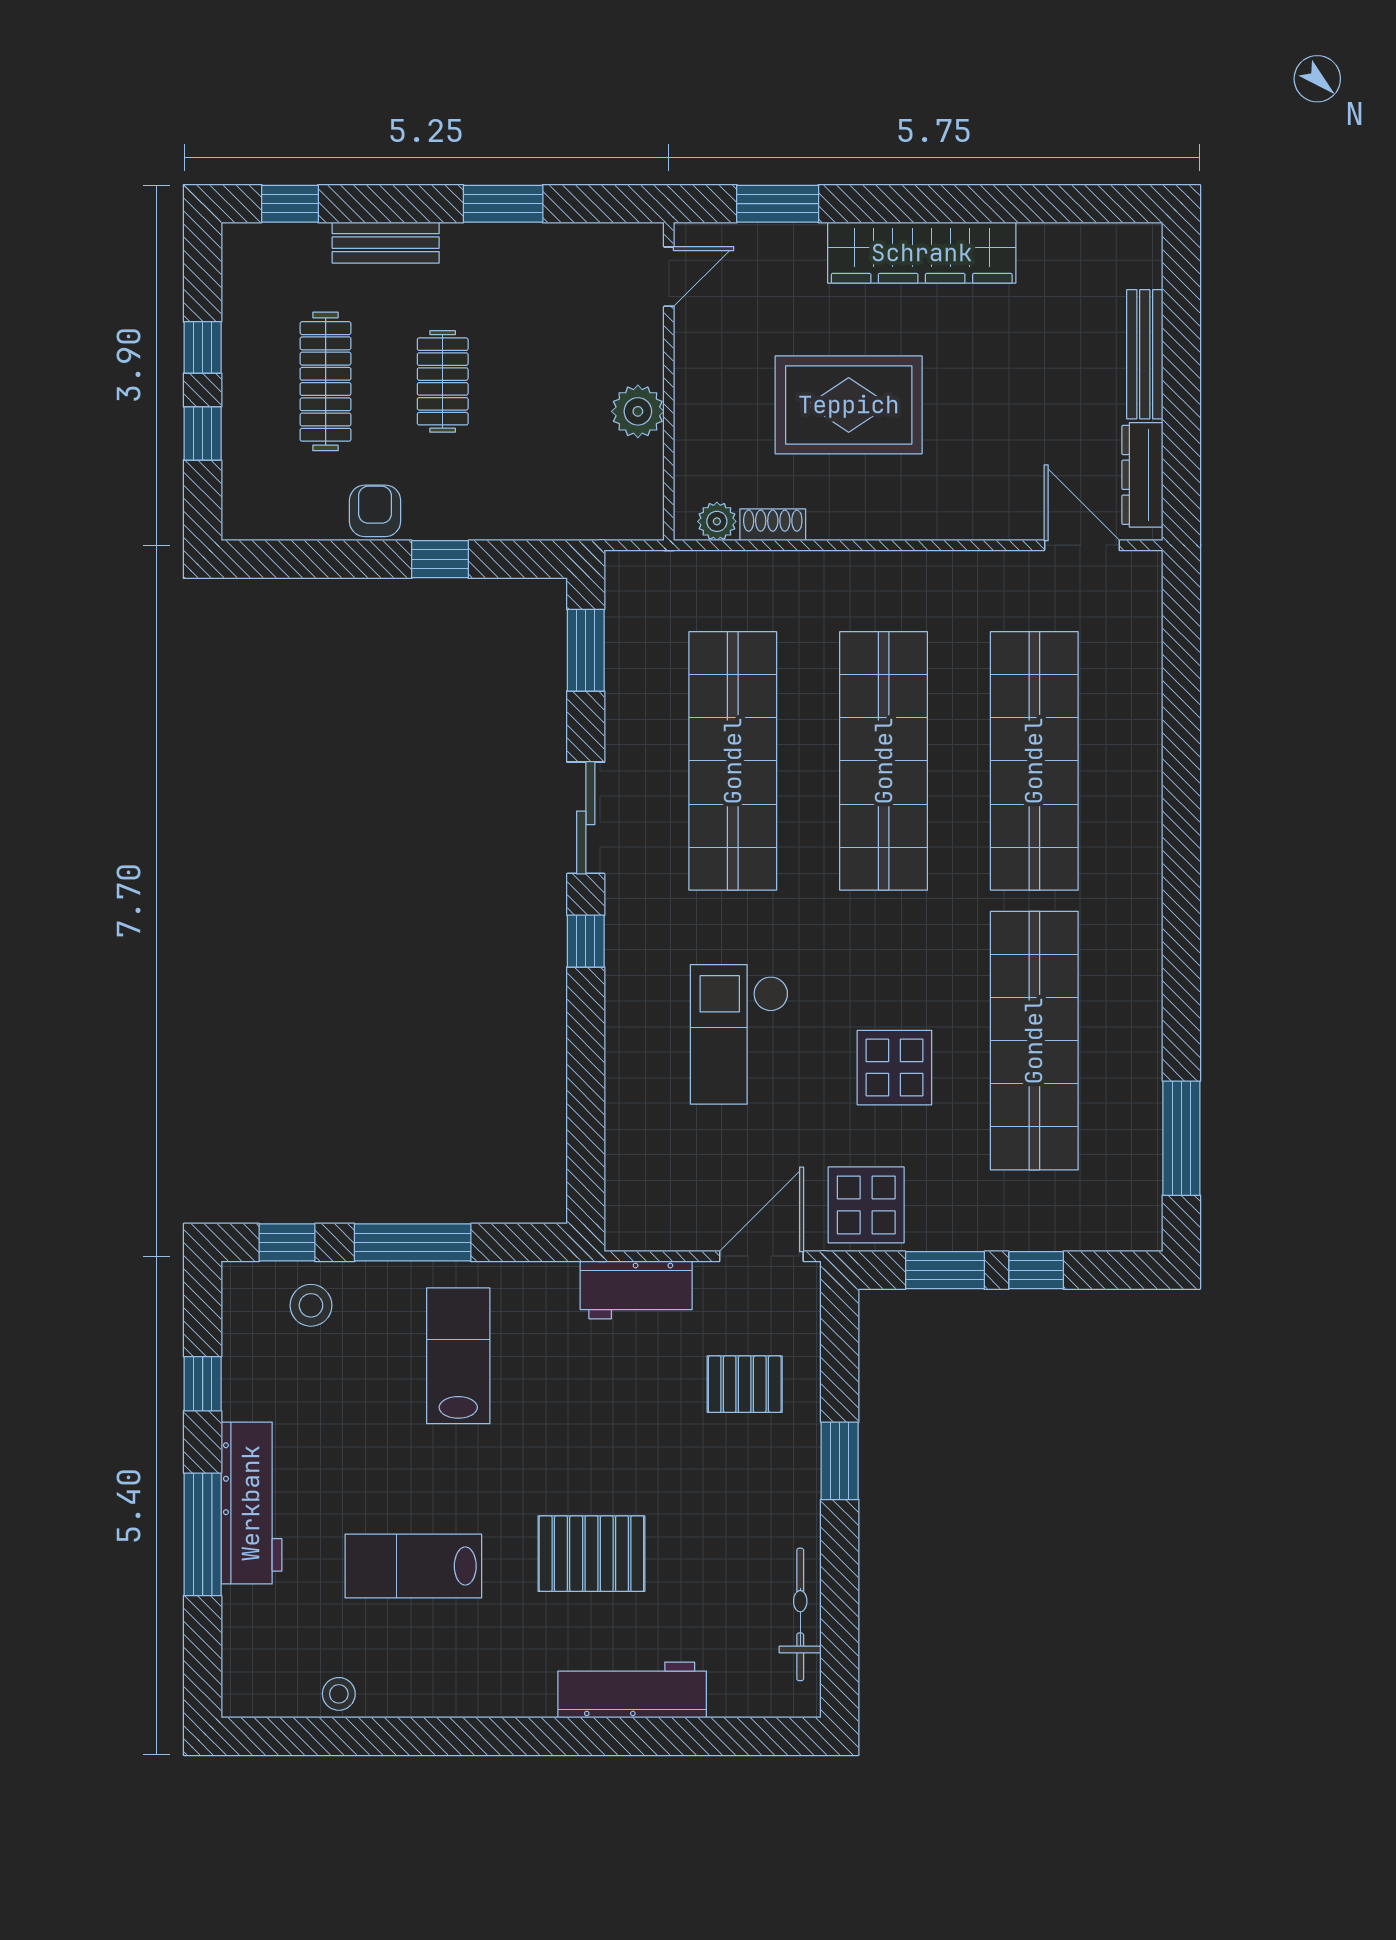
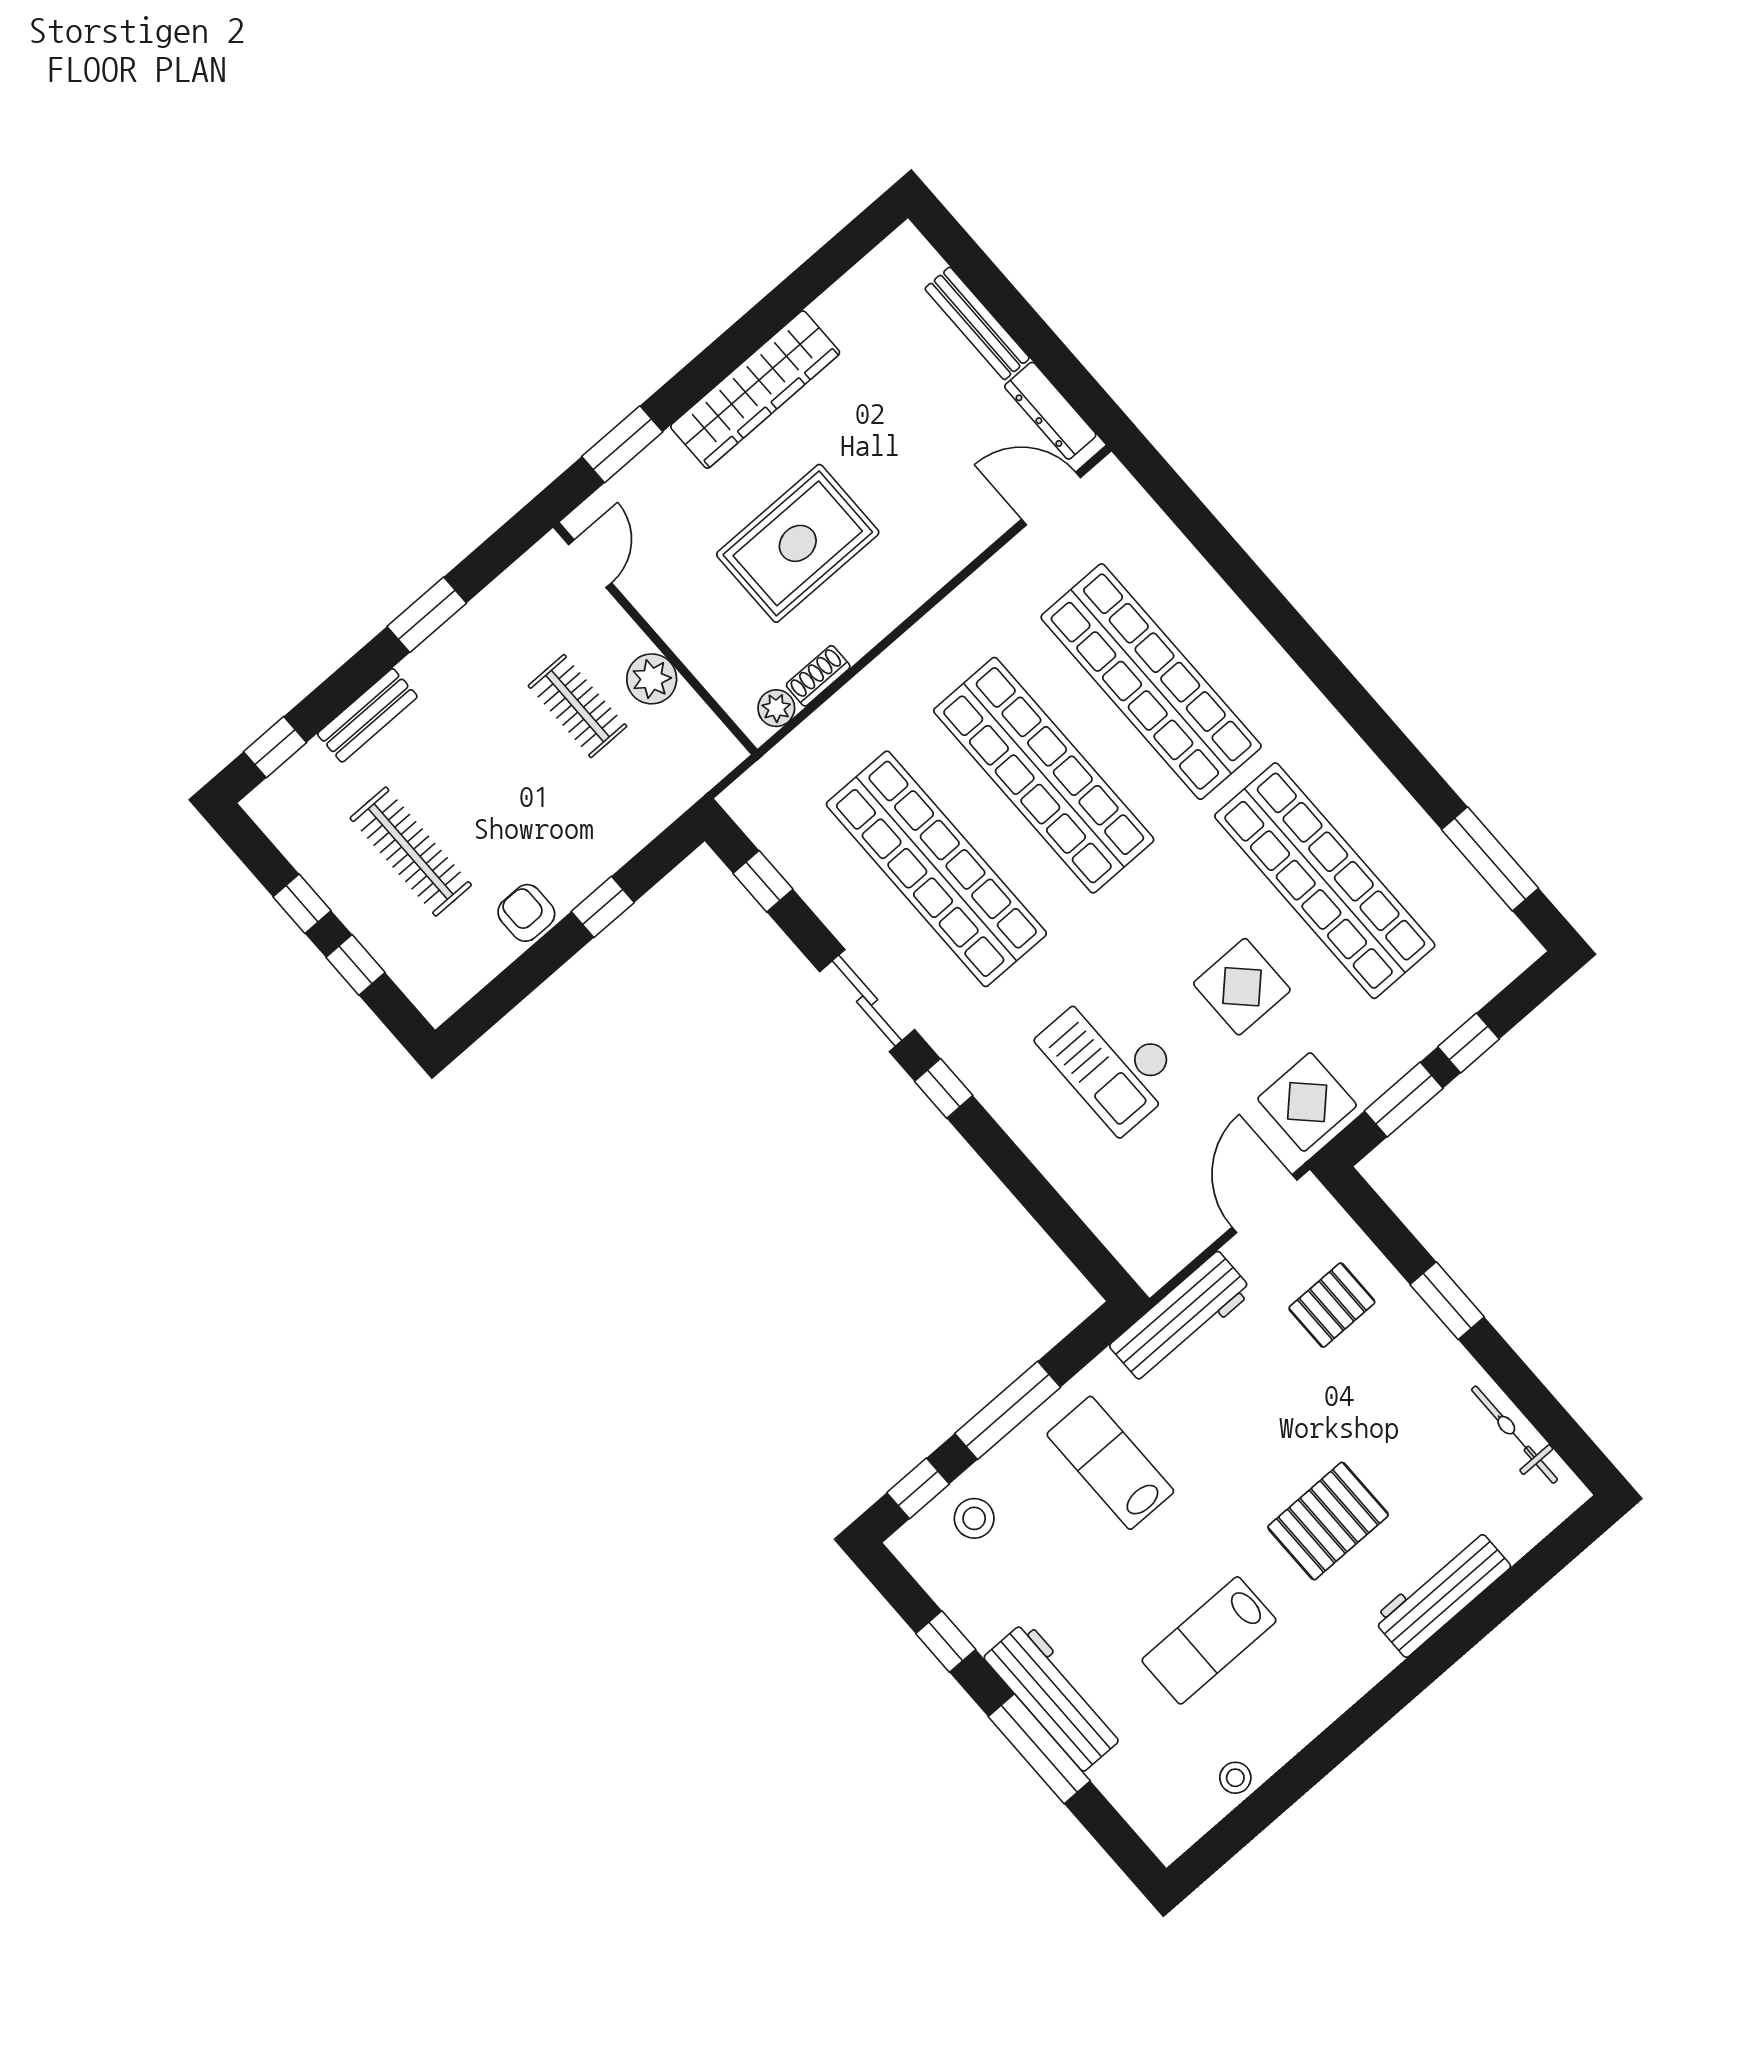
clothes rail: (443, 381) -> (578, 706), moved
window: (586, 650) -> (763, 881), width x0.67
workbench: (636, 1290) -> (1181, 1318), width x1.38

